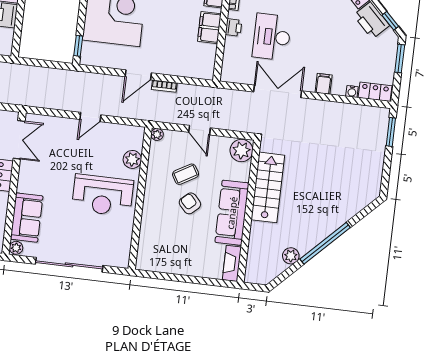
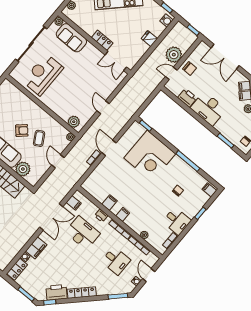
filing cabinet: (209, 28) -> (110, 203), width x0.50
filing cabinet: (240, 74) -> (74, 203), added
filing cabinet: (324, 84) -> (36, 248), width x2.00
door: (200, 130) -> (58, 161), hinge flipped
plant: (241, 151) -> (23, 169), moved
plant: (132, 159) -> (74, 122), moved
reception desk: (103, 195) -> (43, 75), moved

